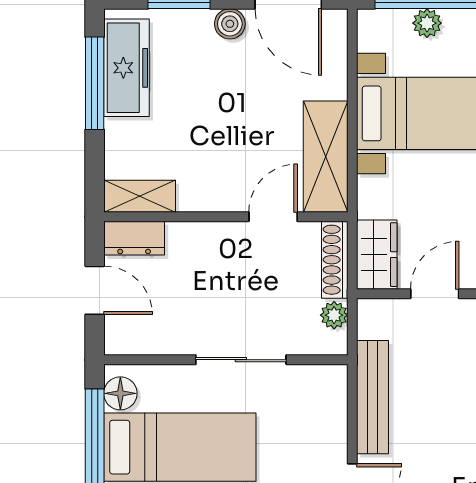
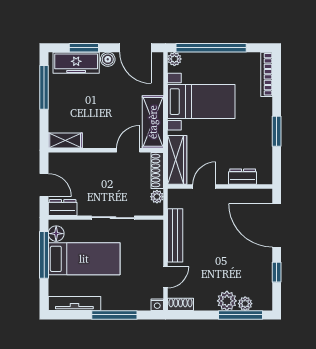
plant: (427, 23) -> (174, 59), moved
freezer: (126, 68) -> (76, 63), moved, turned 90
dresser: (134, 238) -> (63, 208), moved, turned 180
wardrobe: (377, 255) -> (177, 160), width x1.50

